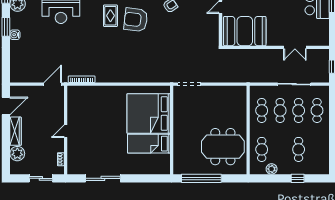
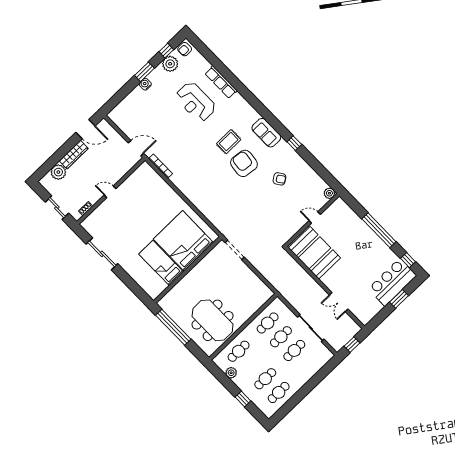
cafe table: (317, 110) -> (279, 392), moved

